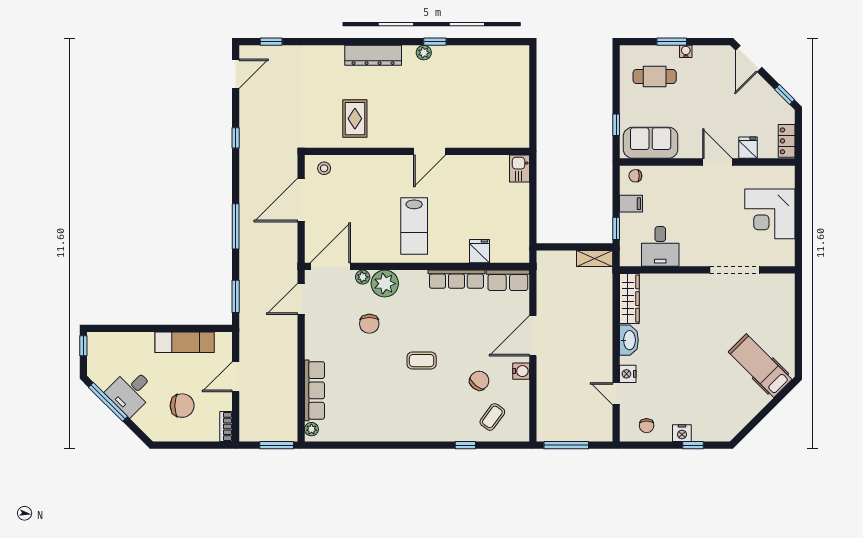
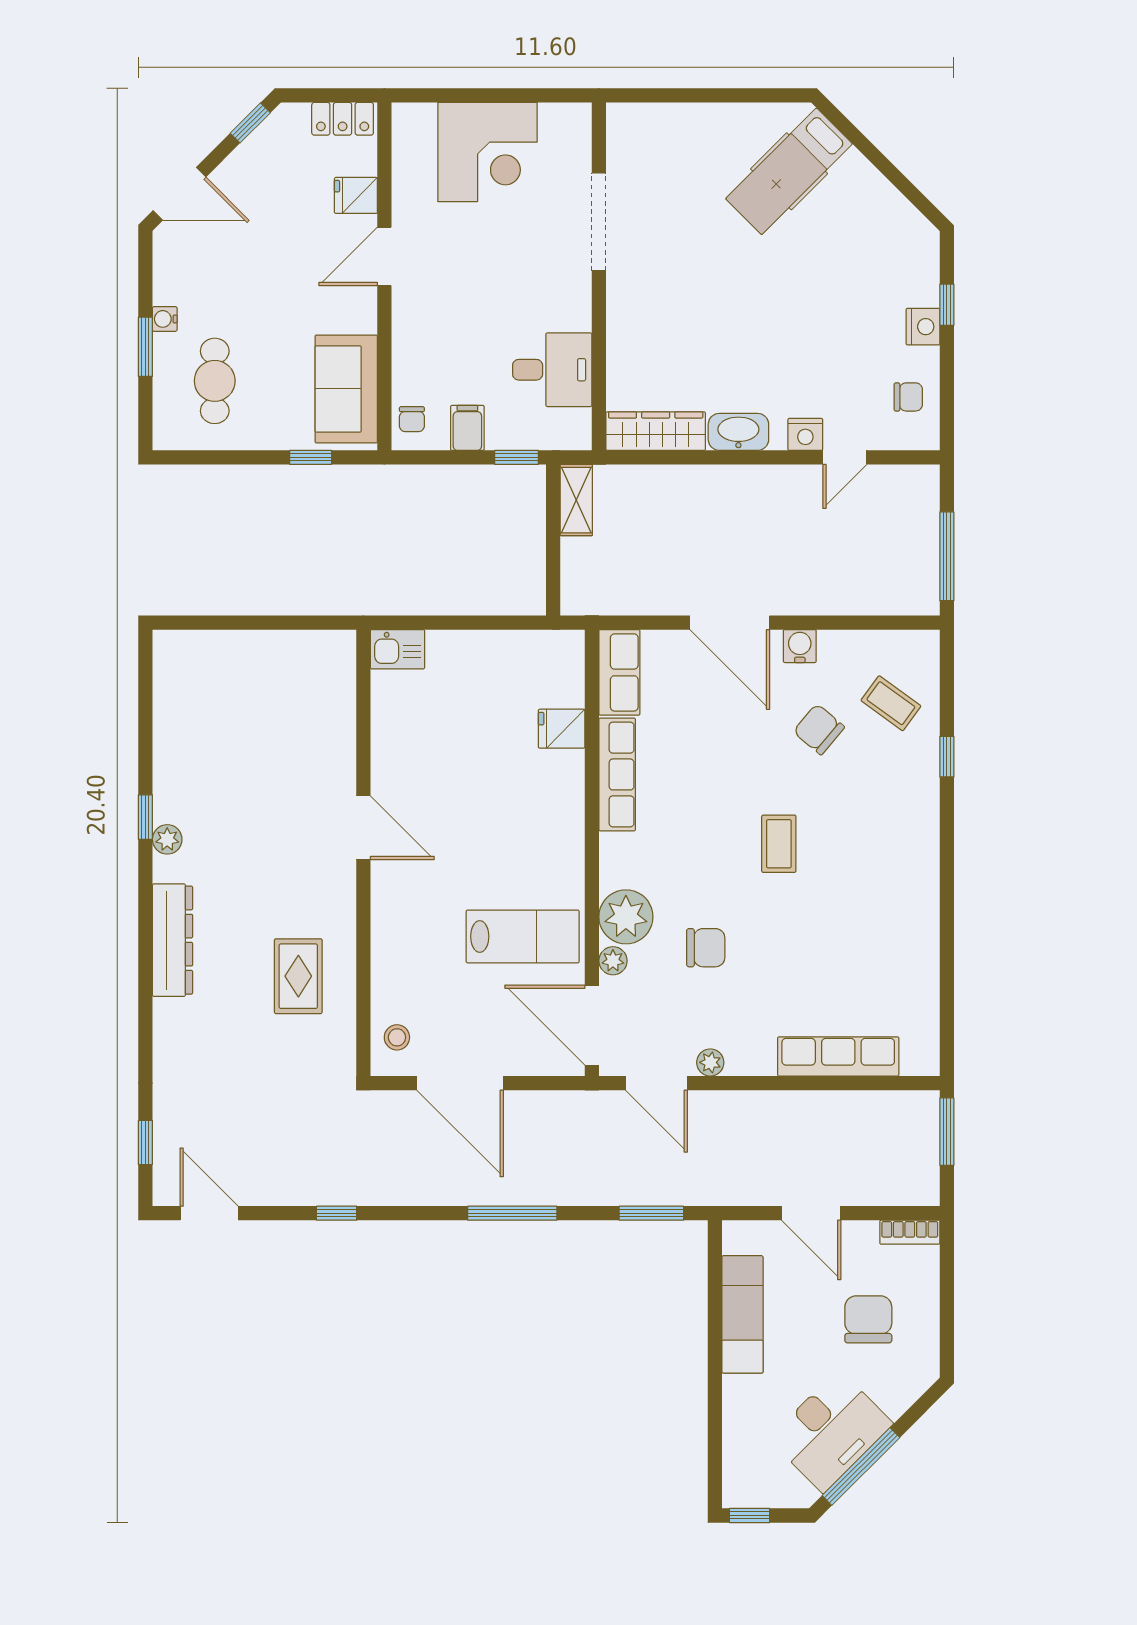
rug: (355, 119) -> (298, 976), turned 90
lab bench: (414, 226) -> (523, 936), moved
desk: (131, 392) -> (831, 1431), width x1.37
plant: (311, 429) -> (710, 1062), moved

